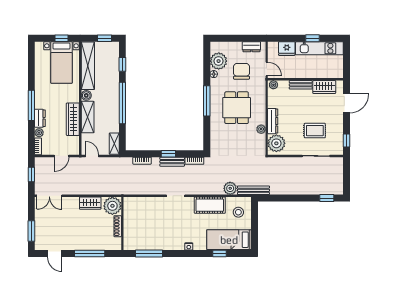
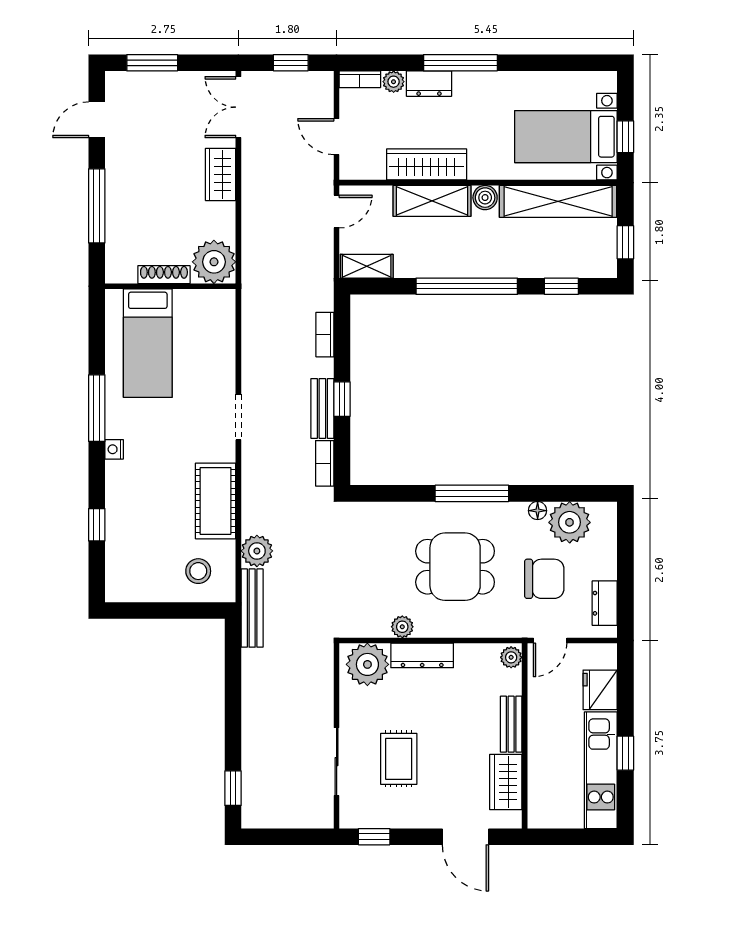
wardrobe: (90, 203) -> (221, 174), moved
bed: (229, 240) -> (148, 343), moved, turned 180
window: (149, 254) -> (97, 408), moved

